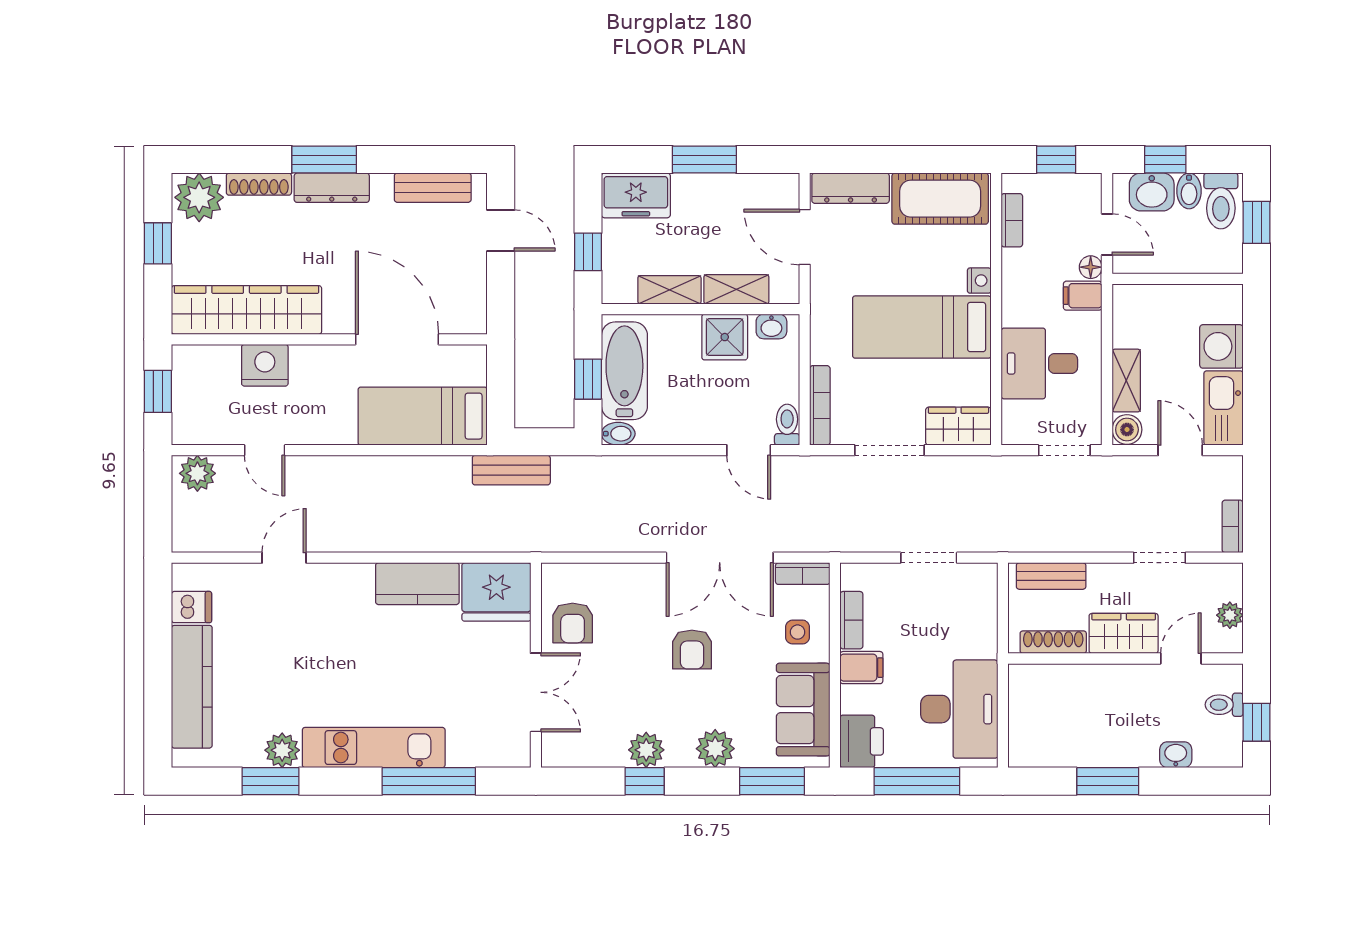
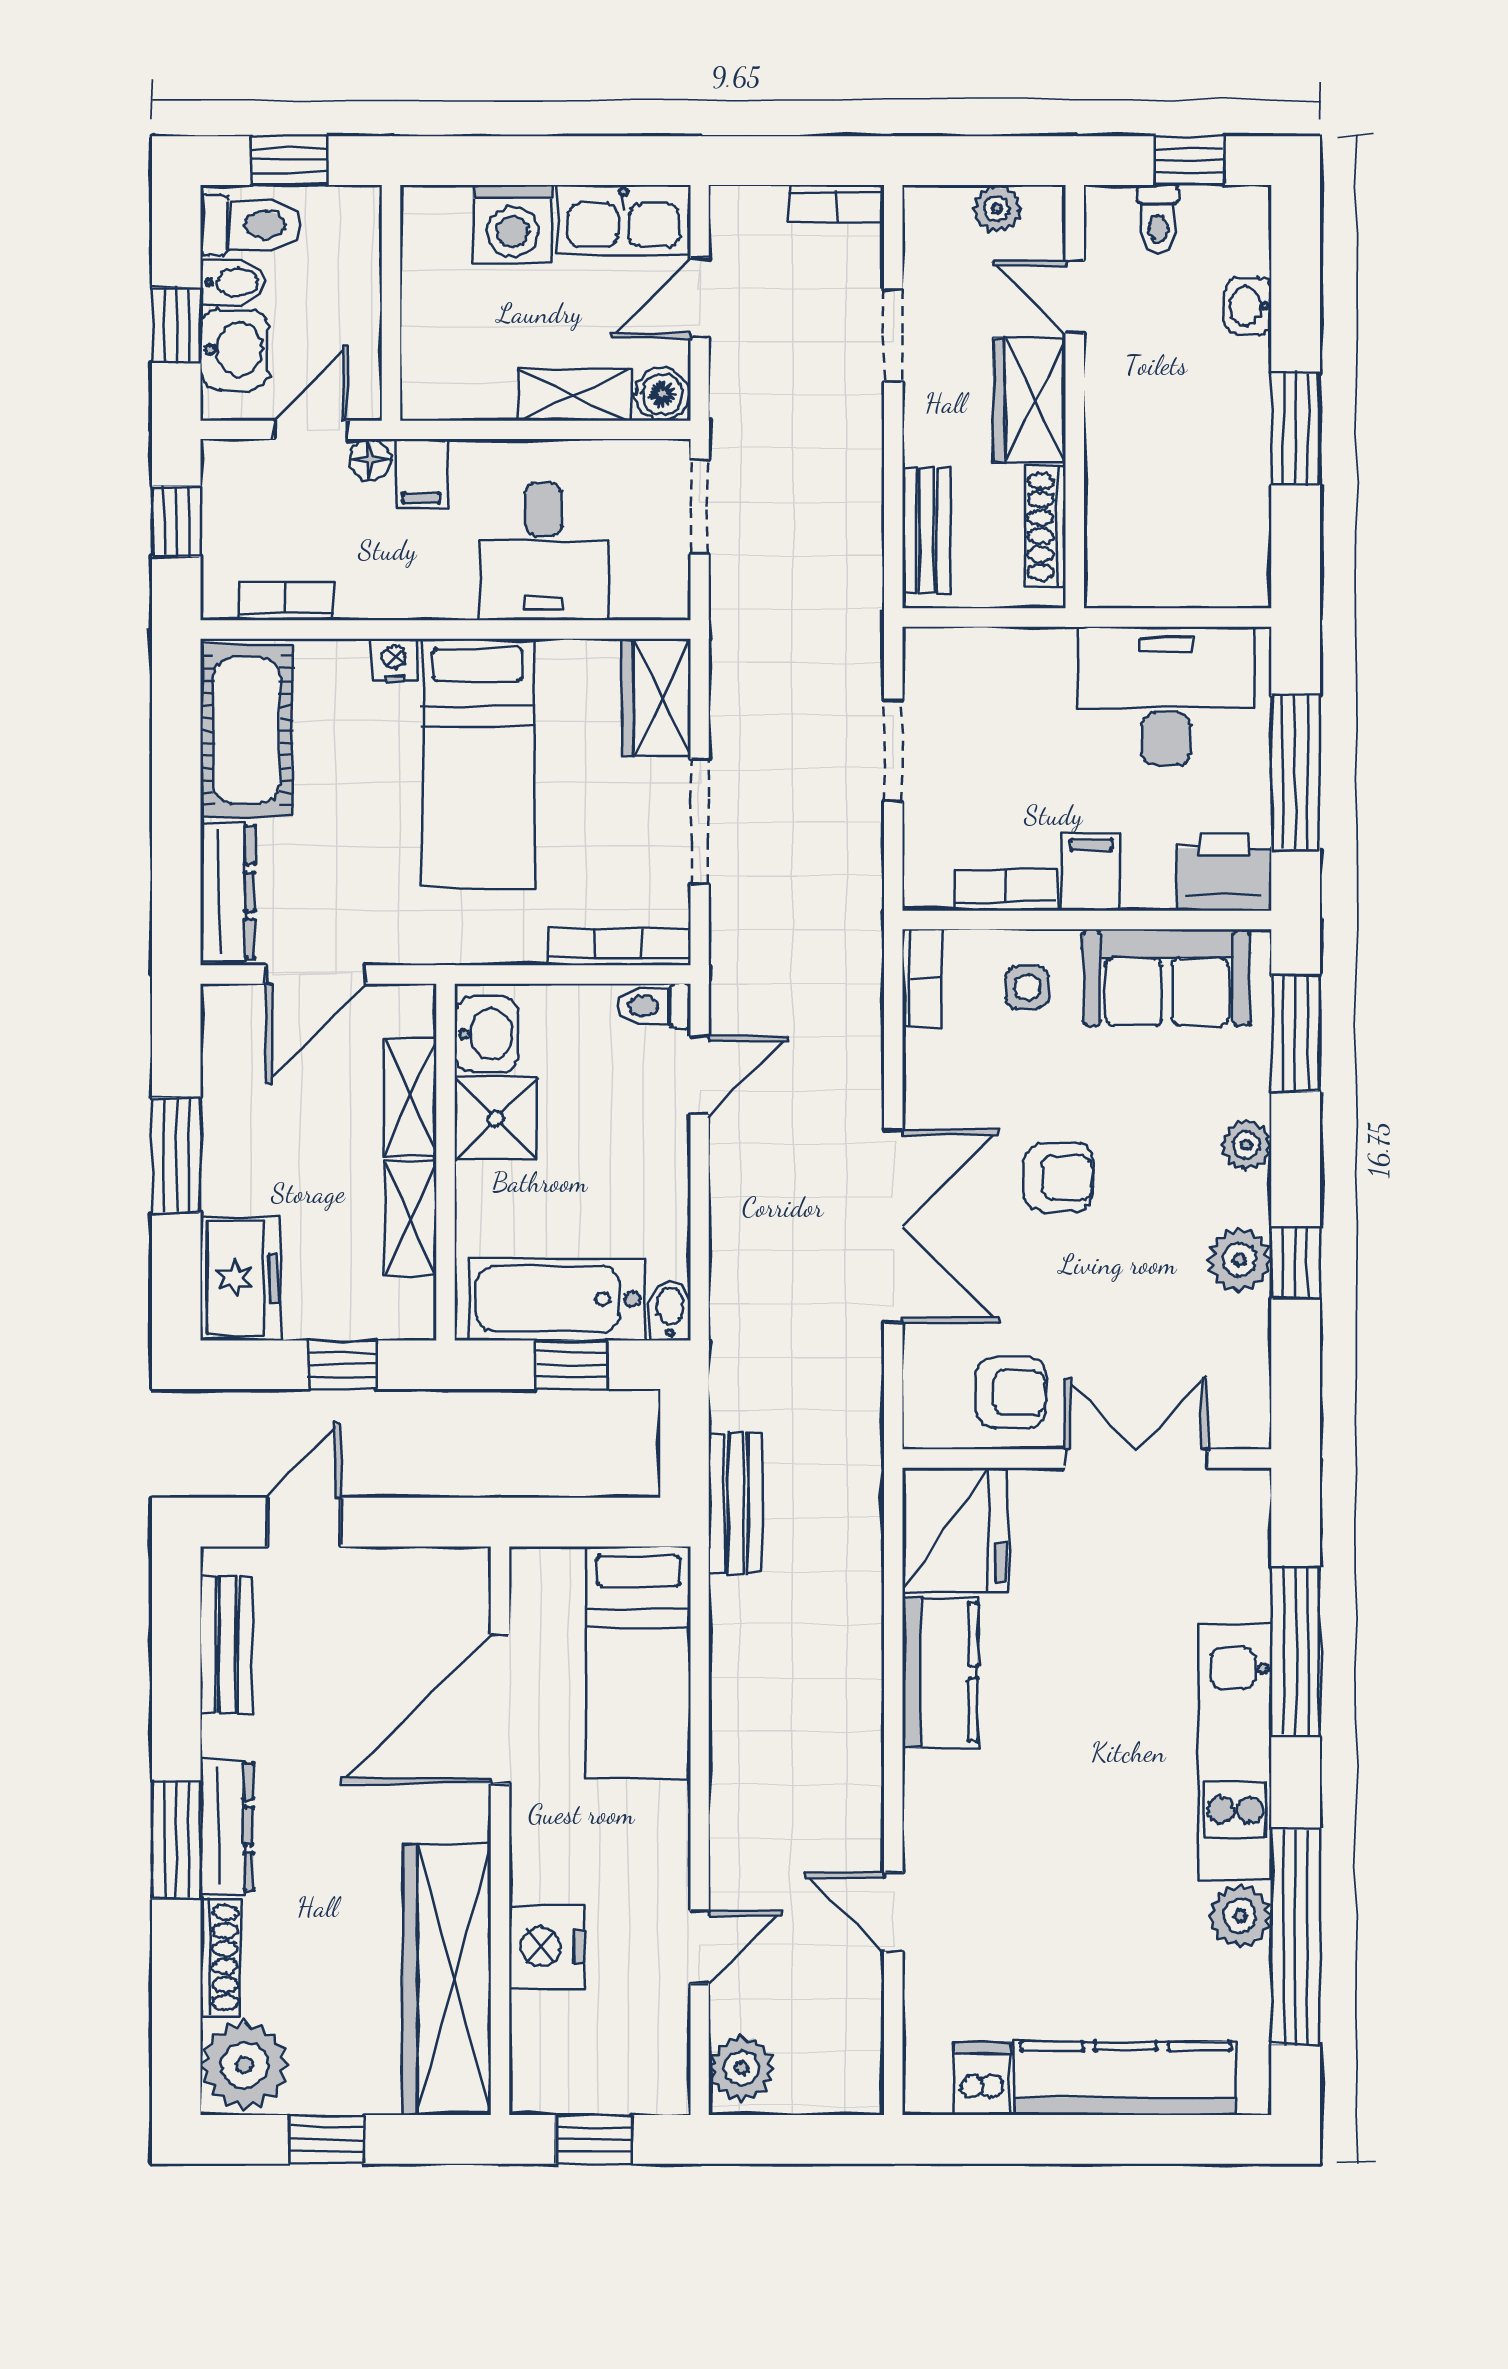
washbasin: (771, 326) -> (487, 1034), width x1.38, depth x1.45
double door: (720, 558) -> (893, 1226), moved
plant: (715, 749) -> (1246, 1145), width x0.73, depth x0.73
window: (270, 781) -> (1296, 1937), width x2.11

